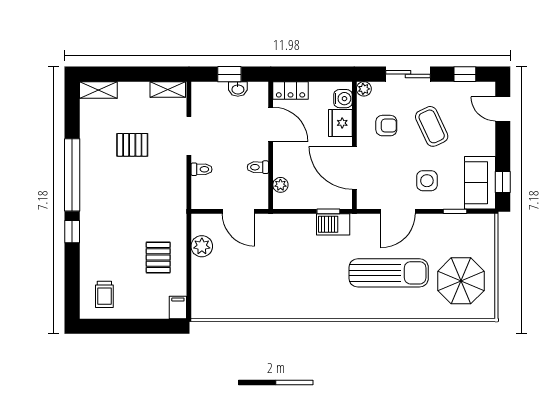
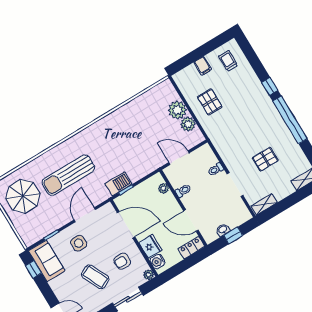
plant: (205, 272) -> (177, 110), added
filing cabinet: (178, 307) -> (203, 66), moved

